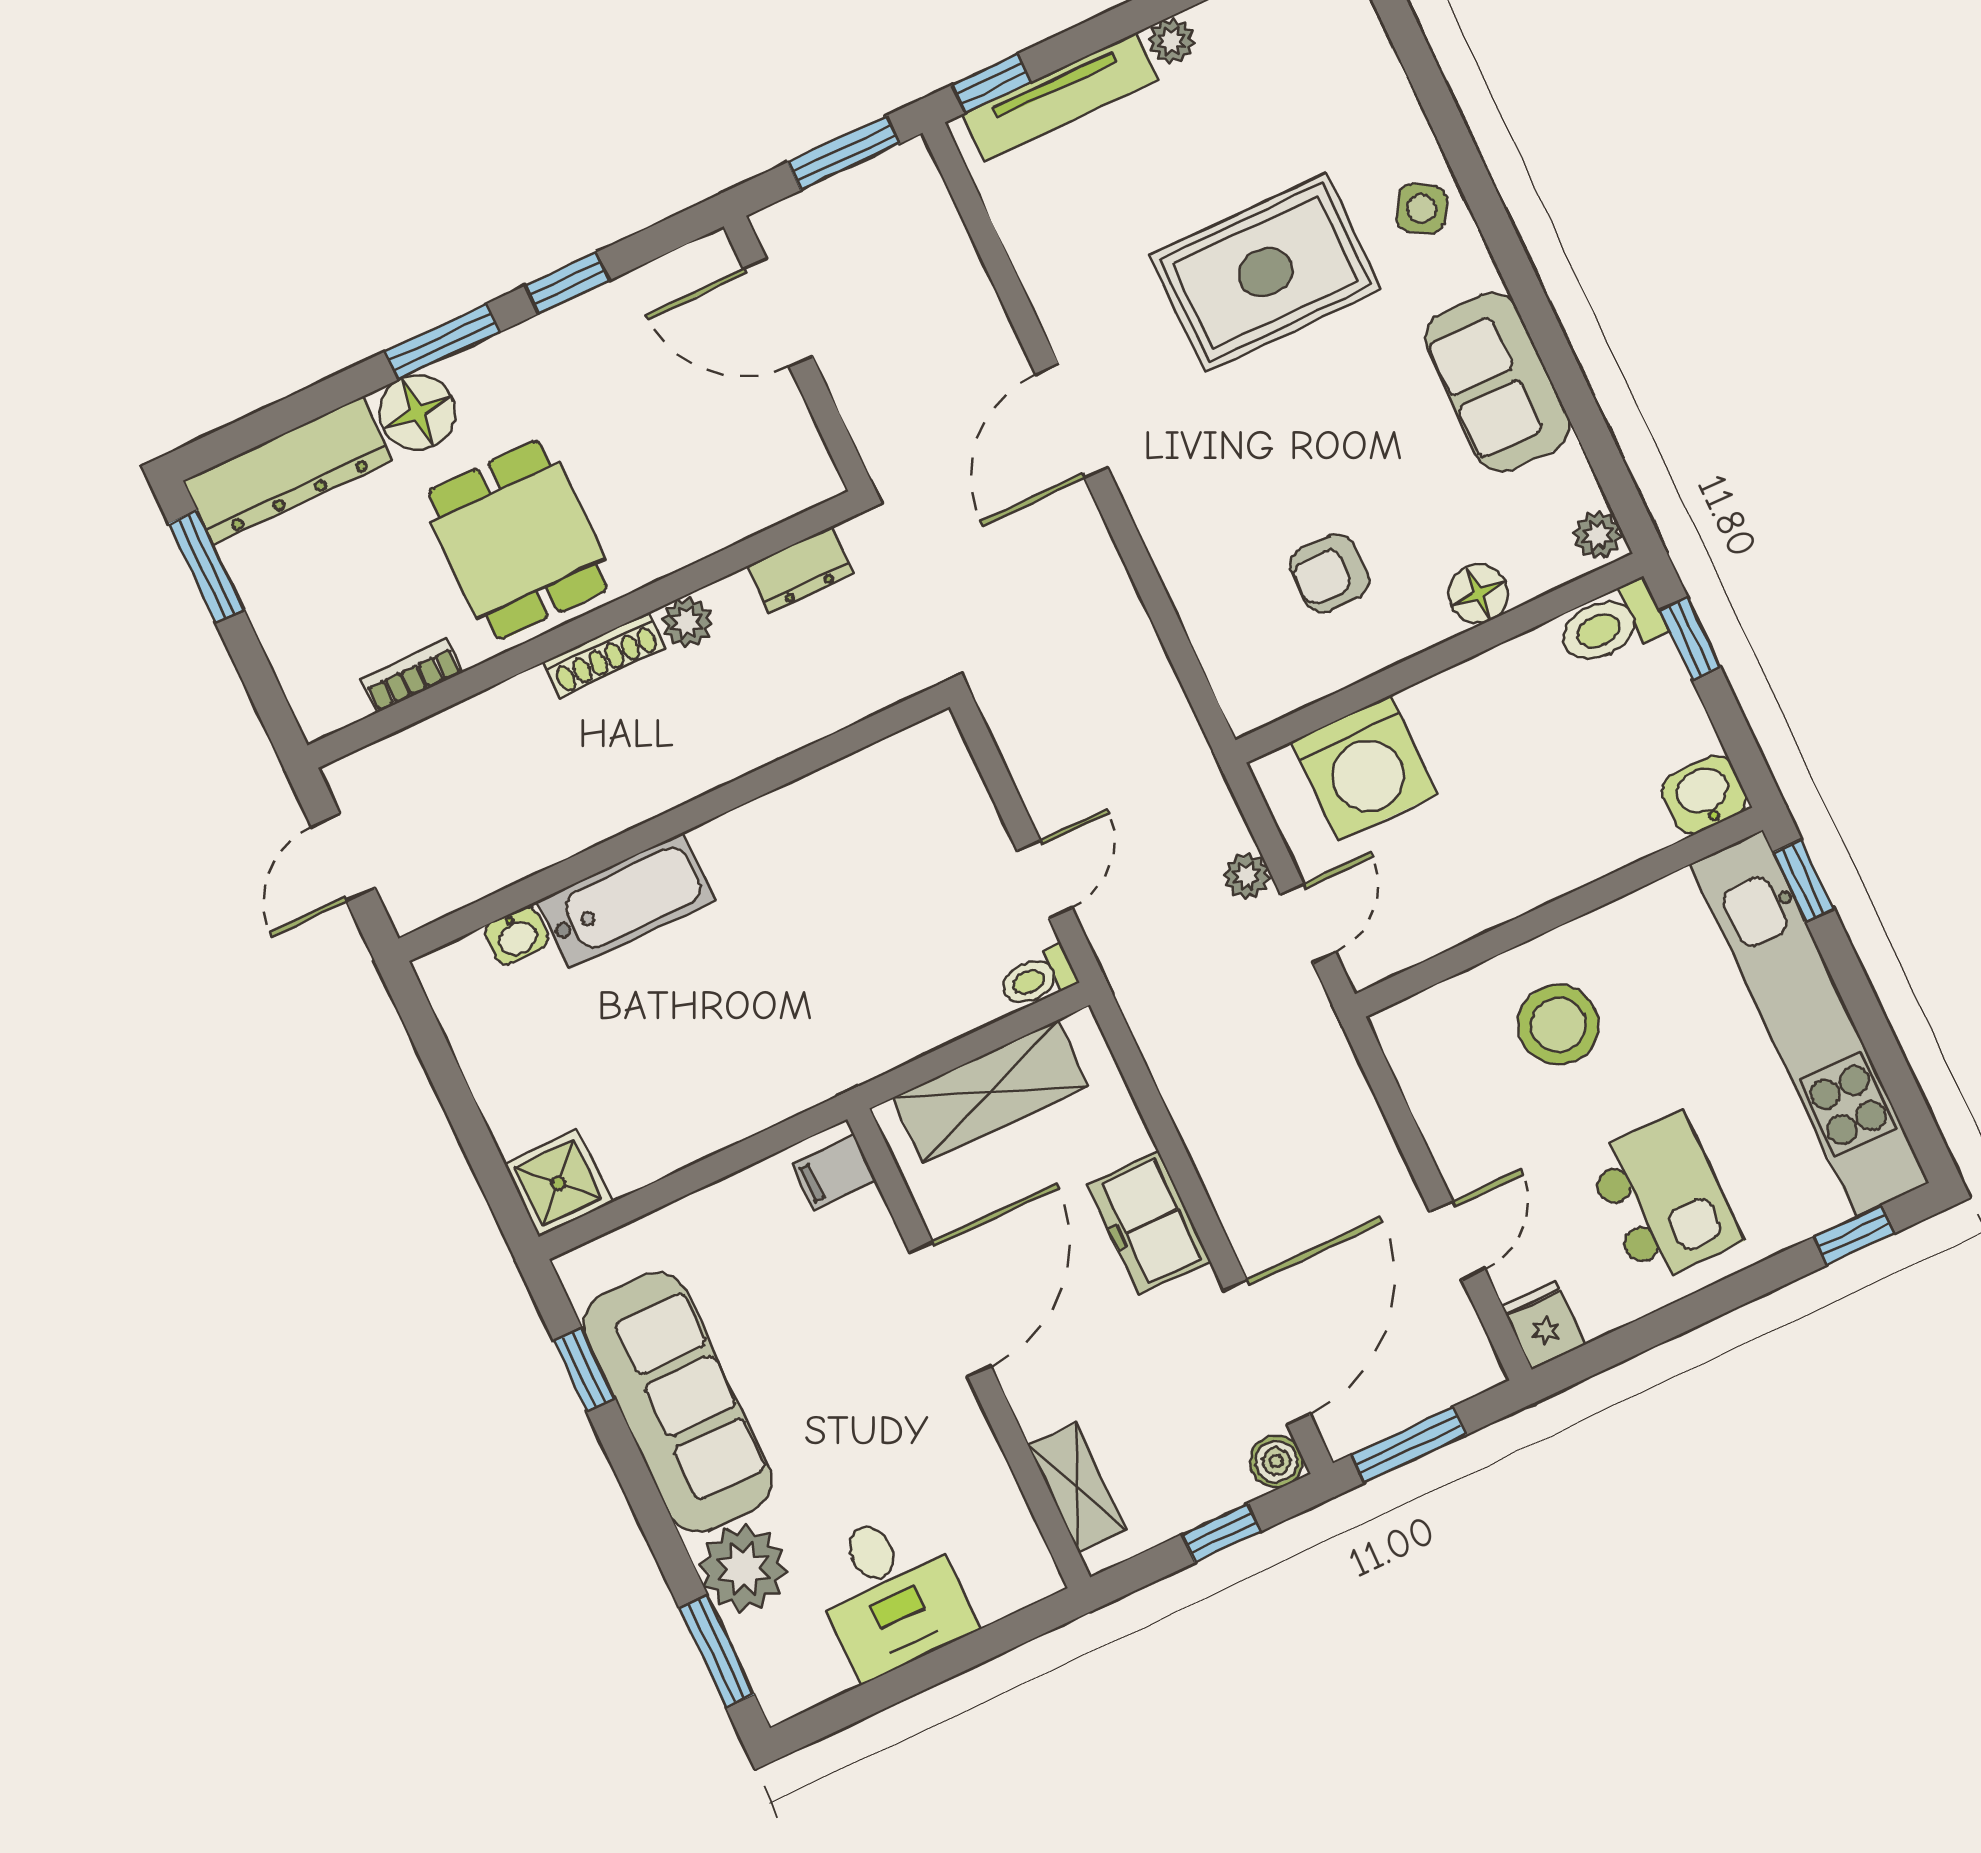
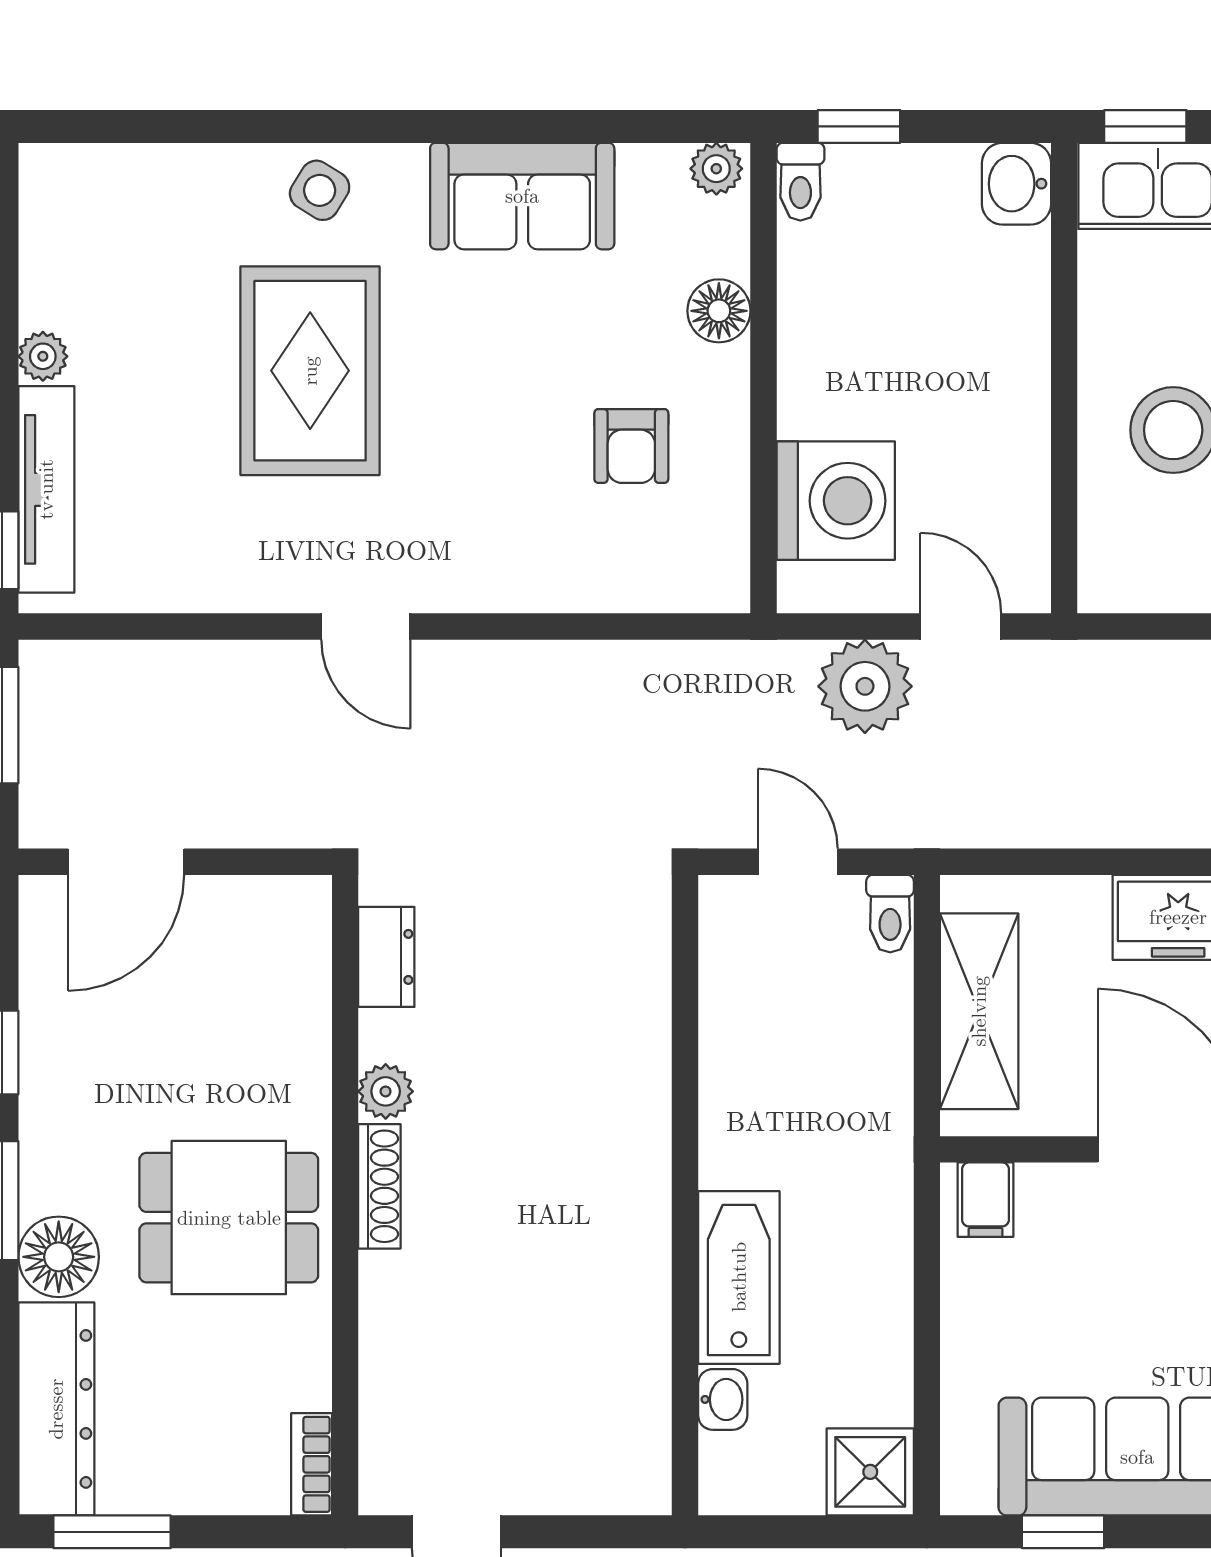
door: (1072, 421) -> (366, 626), width x0.73
toilet: (1611, 625) -> (800, 182), width x0.73, depth x0.72
bookcase: (412, 675) -> (312, 1464), moved
wall: (674, 823) -> (685, 1195), moved
plant: (1247, 876) -> (865, 686), width x1.88, depth x1.88
bathtub: (626, 901) -> (739, 1277), moved
washbasin: (517, 936) -> (723, 1399), moved

